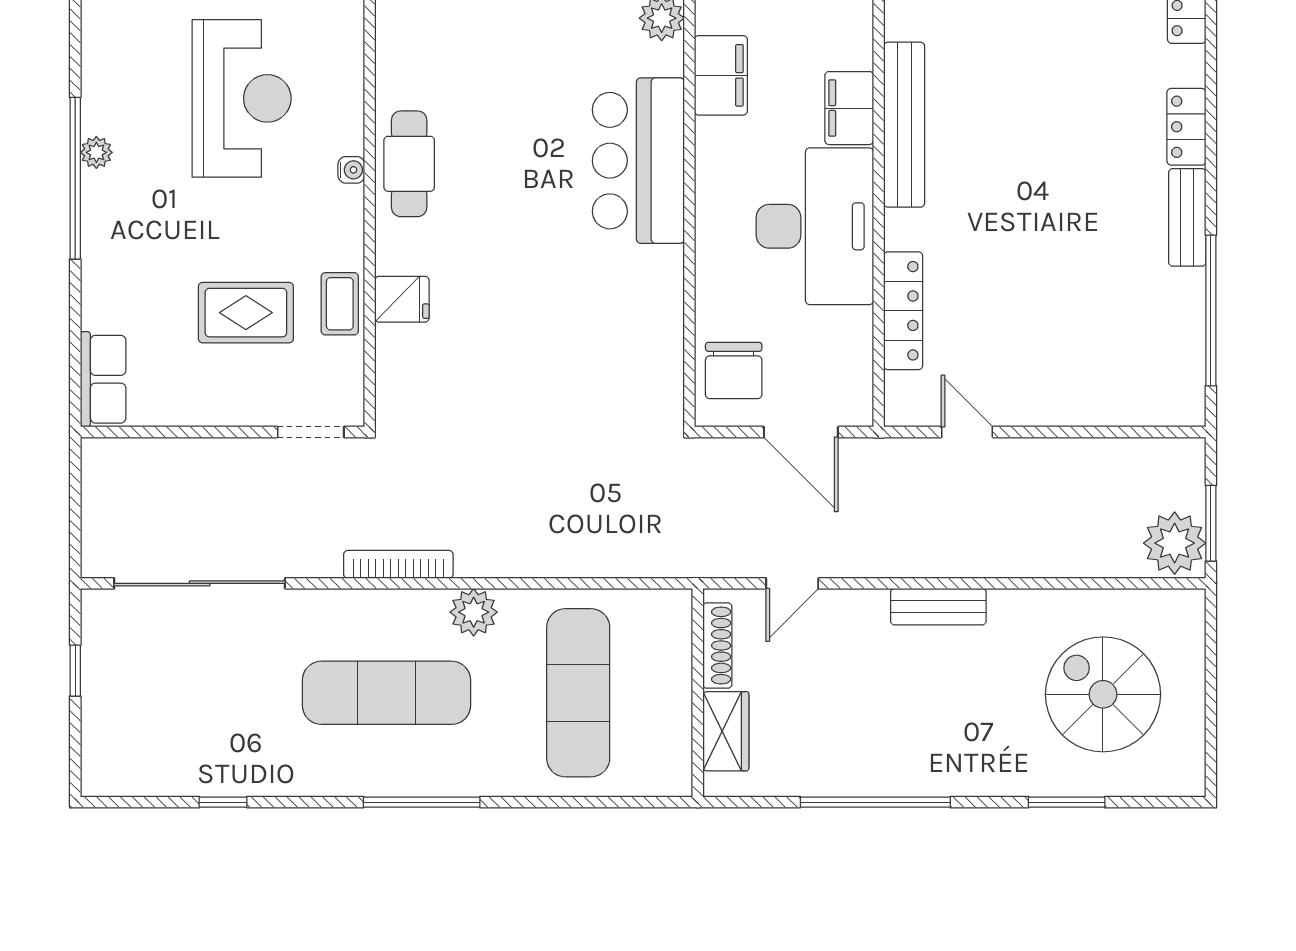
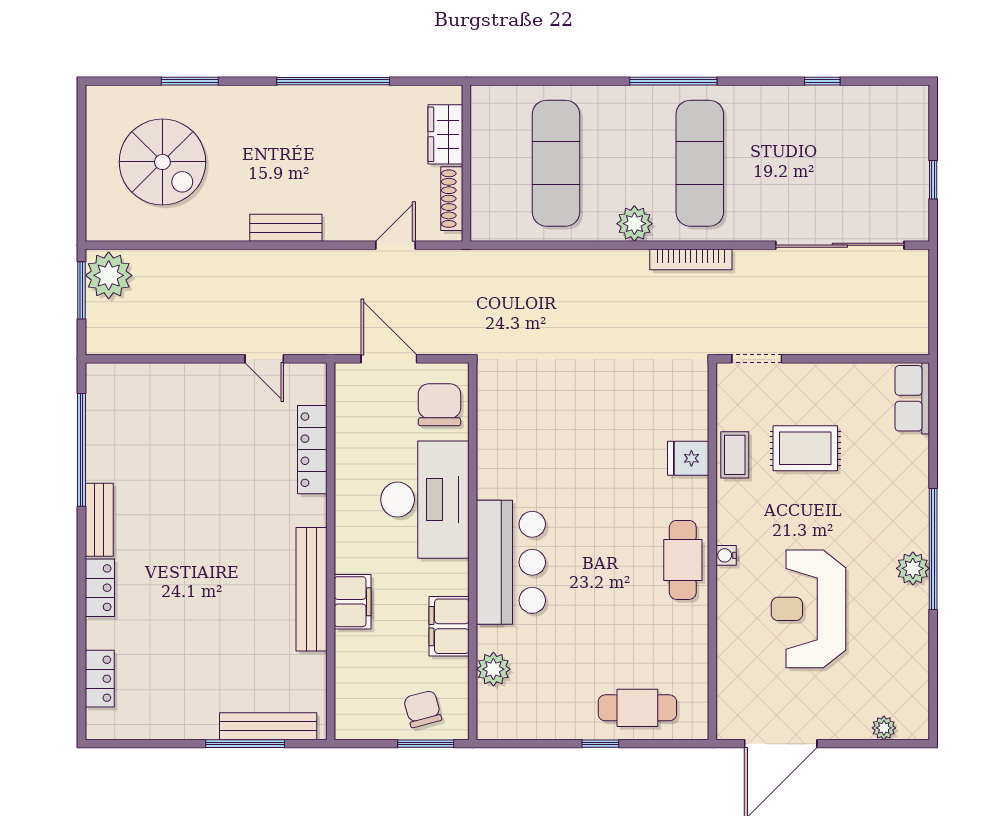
plant: (96, 152) -> (913, 568), width x1.38, depth x1.38
desk: (815, 226) -> (425, 500), moved, turned 180
exercise mat: (386, 693) -> (700, 163), turned 90

